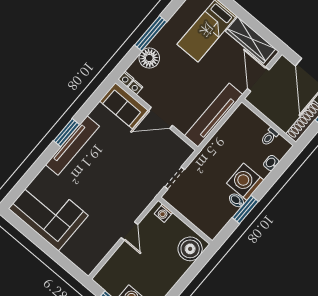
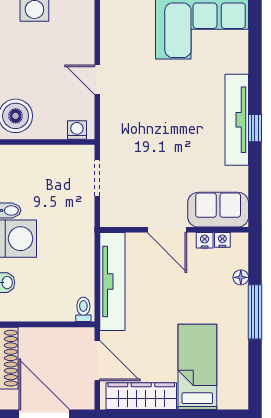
floor lamp: (149, 58) -> (241, 277), width x0.53, depth x0.53
nightstand: (126, 79) -> (205, 240), moved
door: (160, 118) -> (167, 230), swing flipped
window: (66, 133) -> (255, 128), width x0.67
toilet: (270, 137) -> (83, 309), moved

